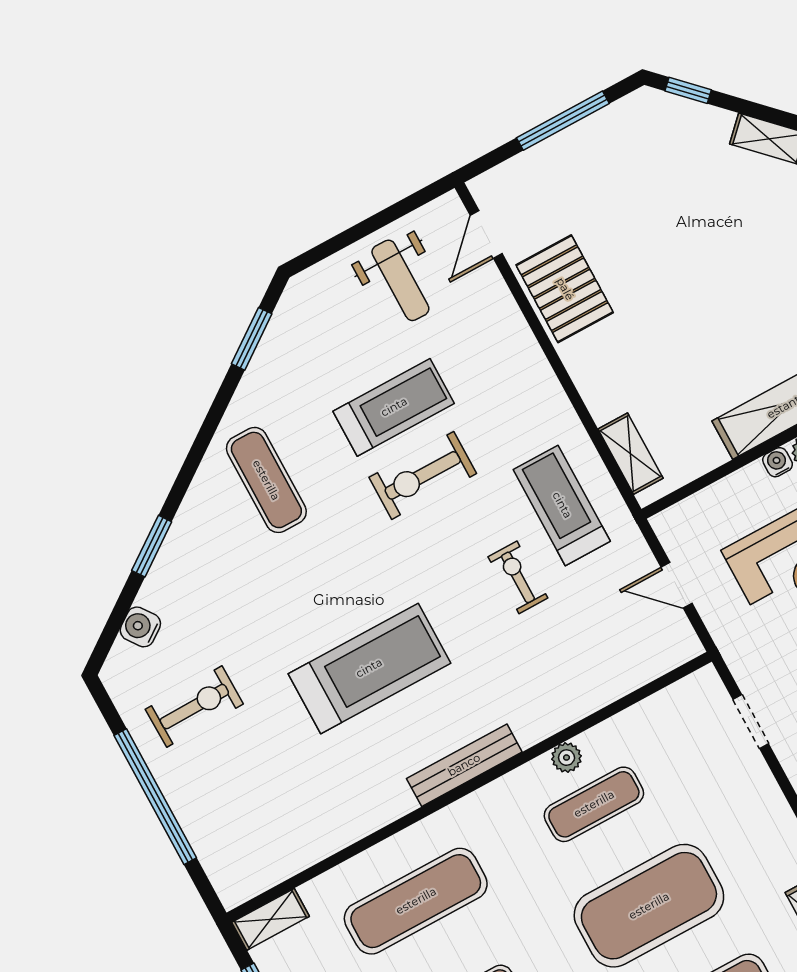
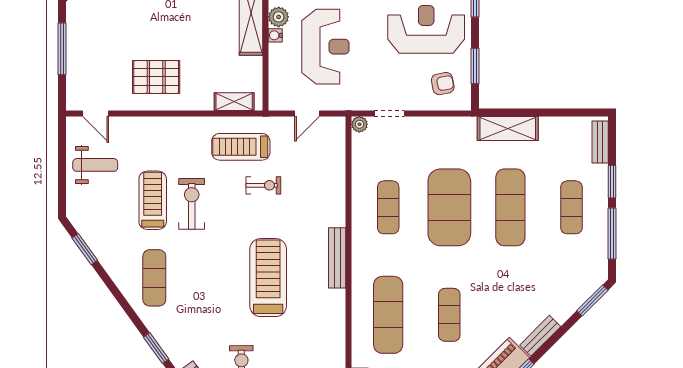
pallet: (565, 289) -> (156, 77), moved
exercise bike: (423, 475) -> (192, 204), turned 180
exercise mat: (266, 480) -> (154, 278), turned 90
exercise bike: (518, 577) -> (263, 185), turned 180
plant: (567, 758) -> (359, 124), moved

